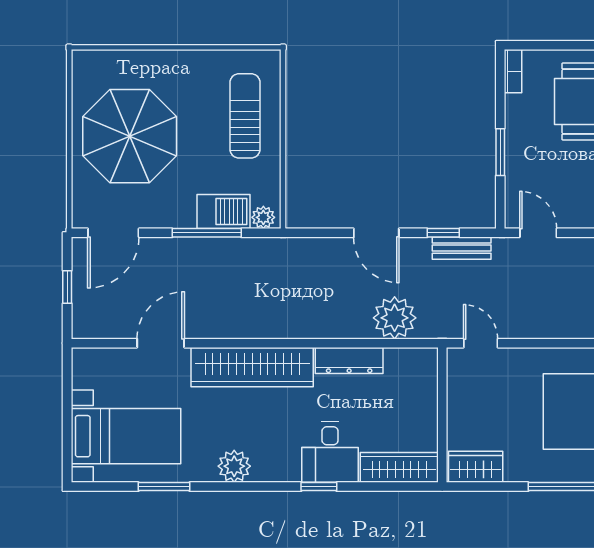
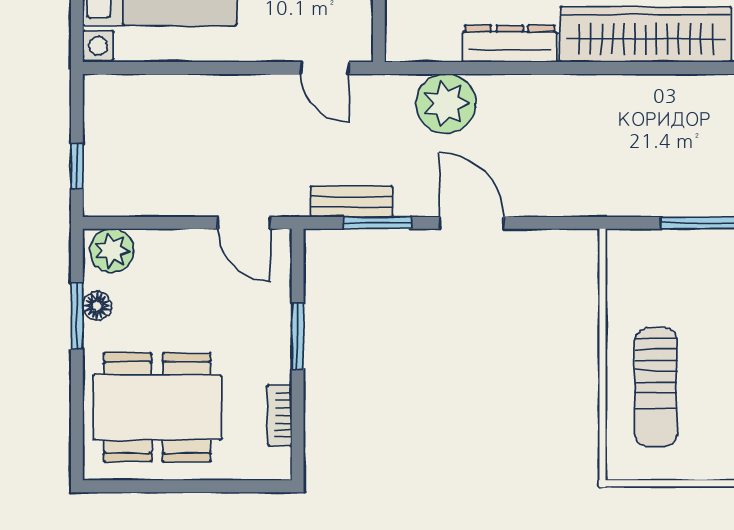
bookcase: (513, 71) -> (280, 415), moved
barbecue: (223, 212) -> (686, 253), removed
plant: (263, 217) -> (630, 245), removed
window: (443, 233) -> (377, 223), width x1.50

